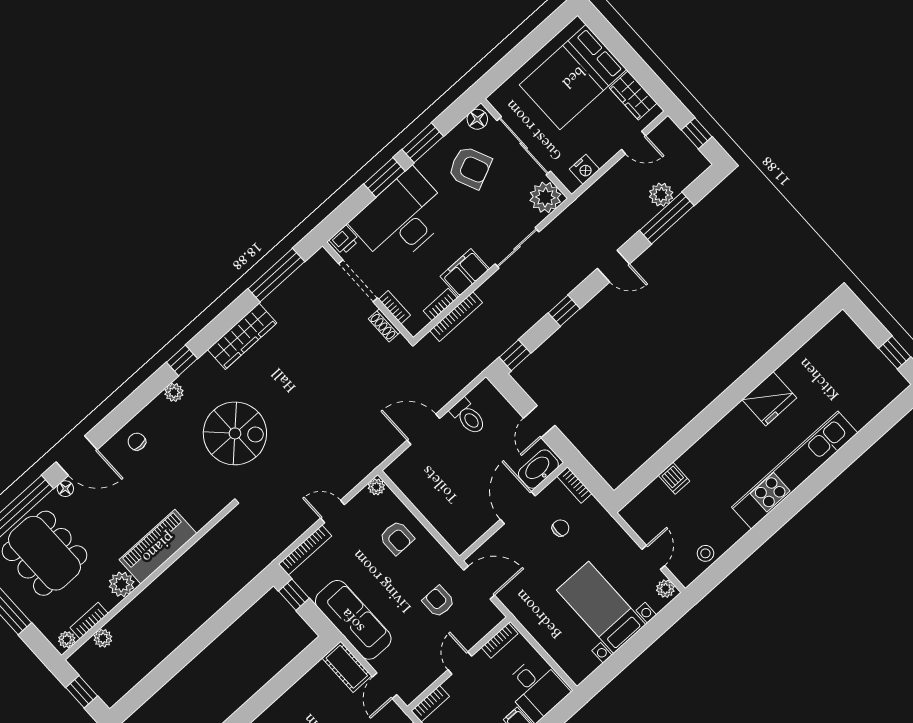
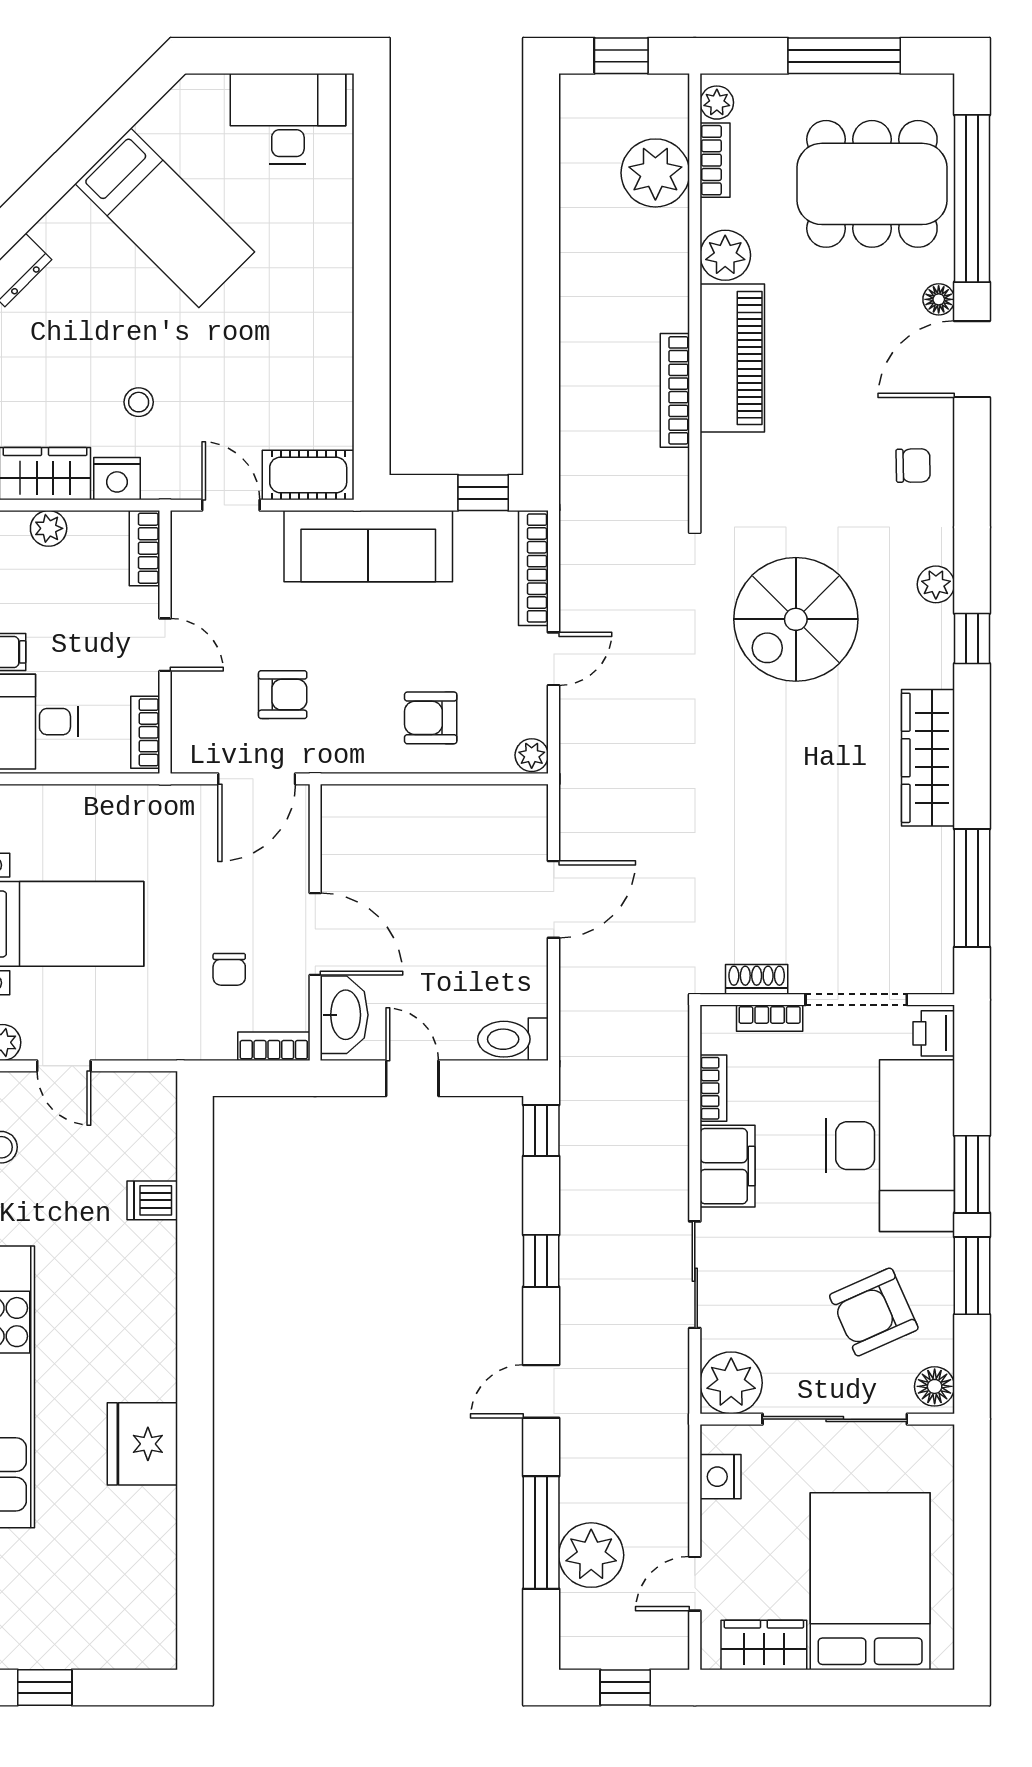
plant: (661, 195) -> (591, 1555), width x1.36, depth x1.36
bookcase: (456, 317) -> (675, 390), moved
toilet: (468, 417) -> (513, 1039), moved
plant: (103, 638) -> (655, 173), width x1.88, depth x1.88

